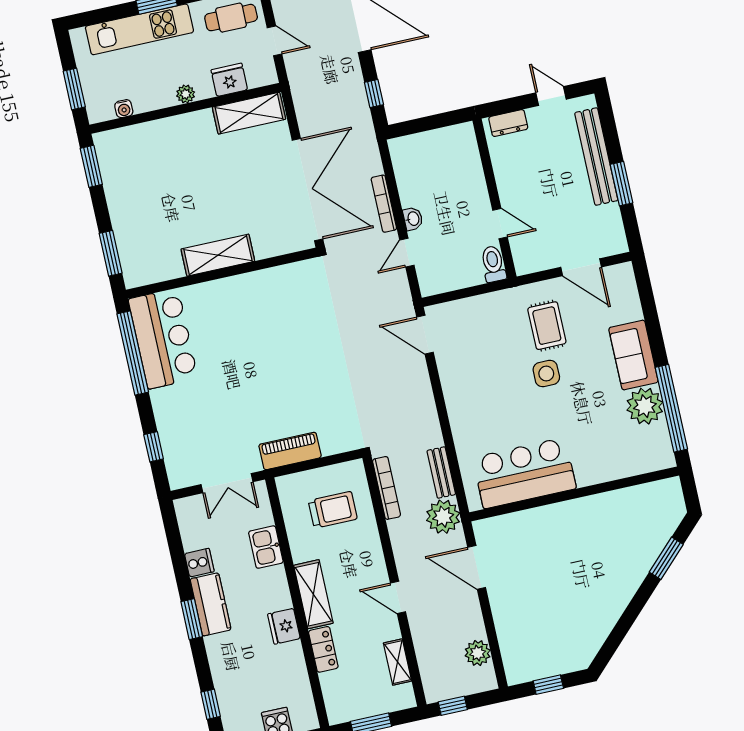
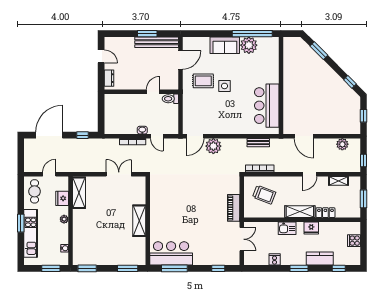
door: (551, 96) -> (101, 56), swing flipped
bench: (596, 157) -> (157, 42), moved
double door: (308, 190) -> (119, 174), width x0.54
window: (133, 353) -> (174, 268), width x0.68
trolley: (333, 510) -> (264, 195), turned 111
plant: (443, 517) -> (213, 146), moved
kitchen sink: (266, 547) -> (287, 228), moved
door: (477, 567) -> (304, 136), hinge flipped
kitchen counter: (211, 604) -> (320, 259), moved
window: (614, 640) -> (350, 82), added

